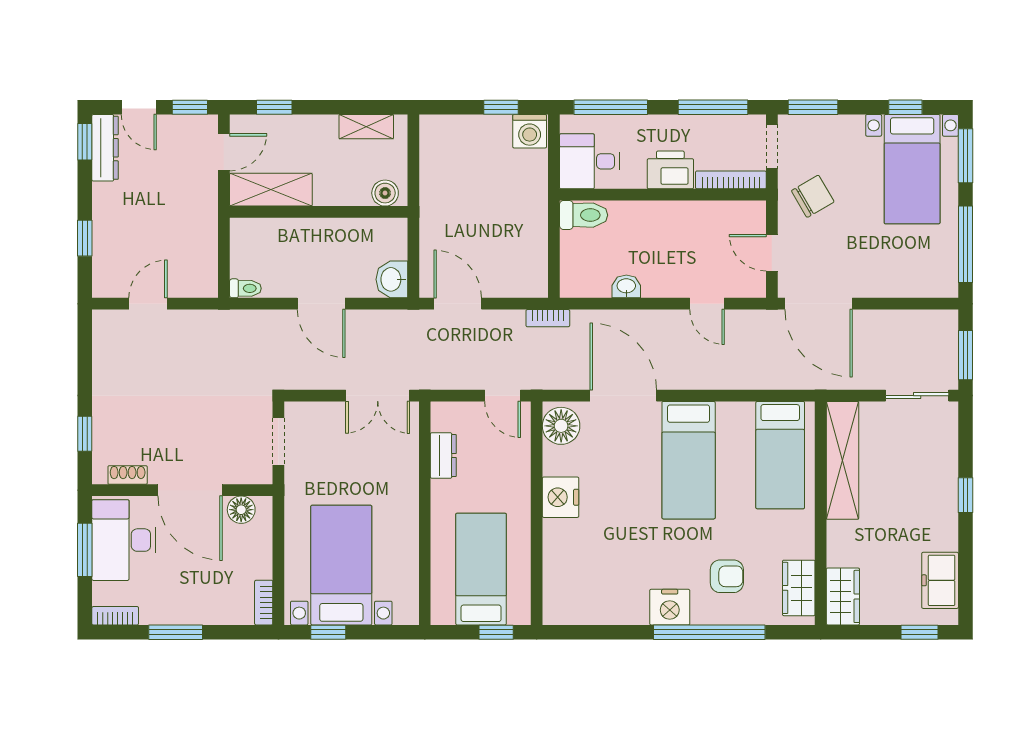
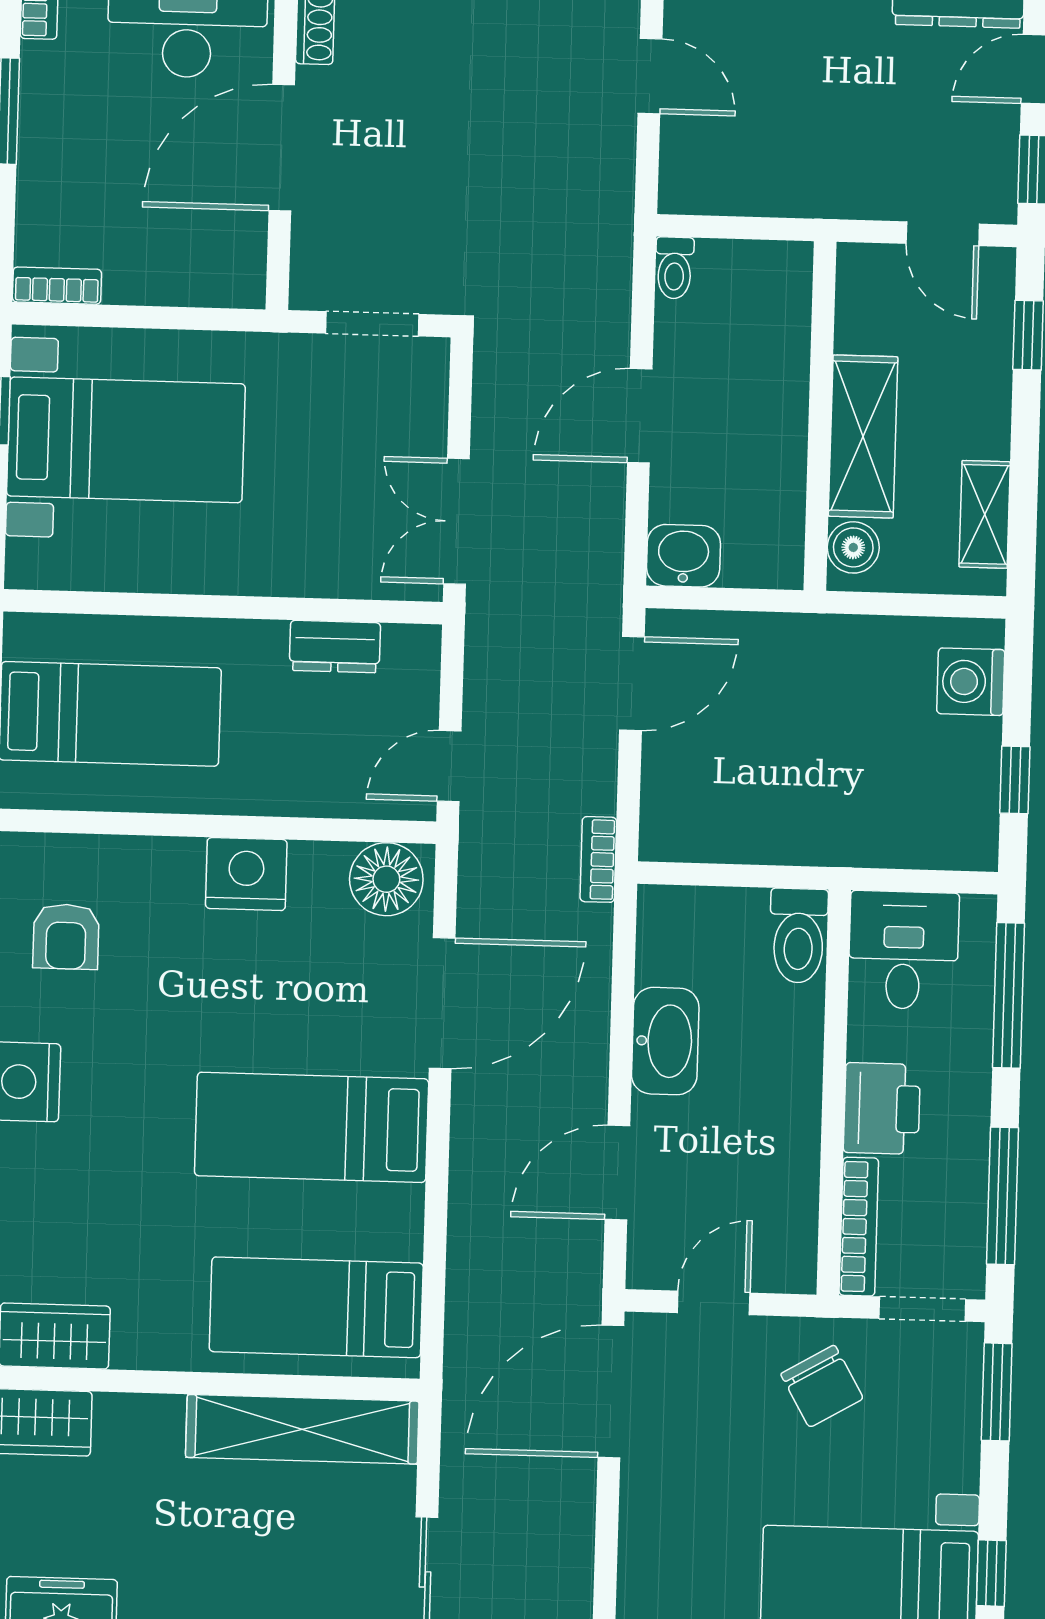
washing machine: (530, 131) -> (971, 682), moved
shelving: (271, 190) -> (863, 436), moved
washbasin: (626, 286) -> (665, 1041), width x1.91, depth x1.45
door: (707, 304) -> (617, 1173), width x1.38
floor lamp: (241, 510) -> (240, 247), removed
armchair: (727, 576) -> (66, 937), moved

